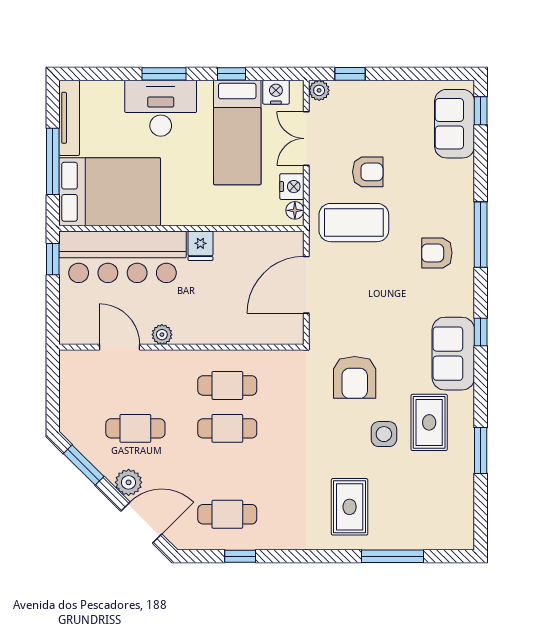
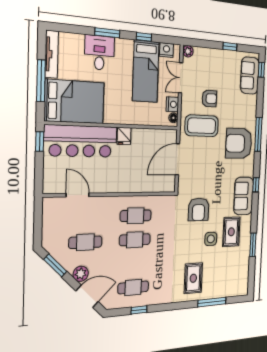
window: (350, 74) -> (230, 47), moved
desk: (161, 108) -> (99, 53), width x0.73
armchair: (437, 253) -> (239, 143), width x1.88, depth x1.88
plant: (162, 335) -> (102, 187), removed

